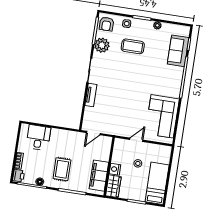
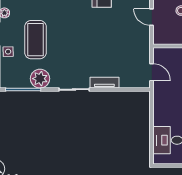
armchair: (106, 24) -> (12, 77), removed
coffee table: (133, 46) -> (35, 40), width x1.36, depth x1.32

